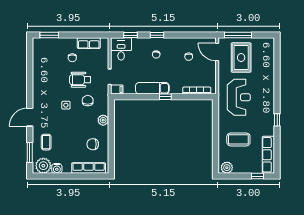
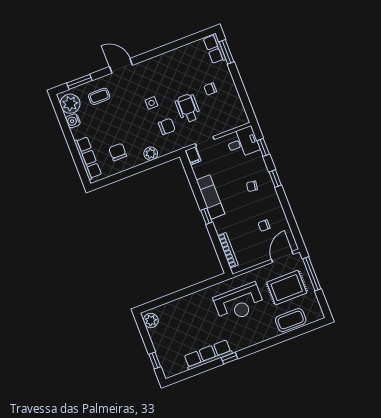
row of seats: (89, 43) -> (214, 49), moved
coffee table: (238, 139) -> (291, 320), moved, turned 90
row of seats: (268, 155) -> (208, 355), moved

